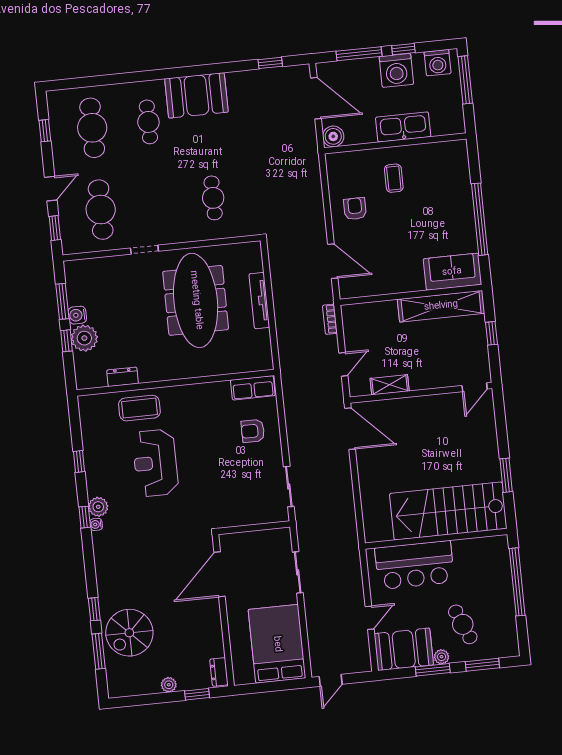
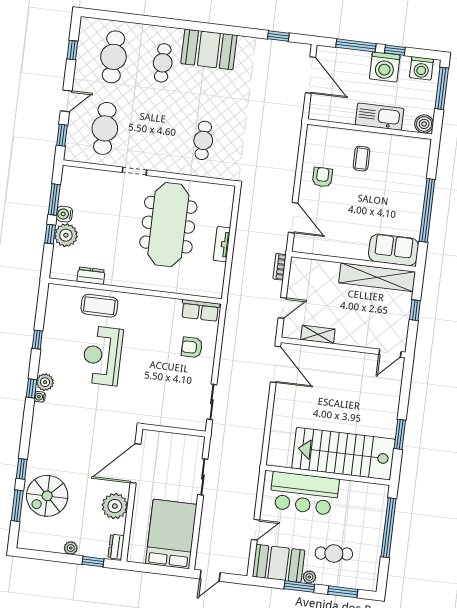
boiler: (333, 136) -> (424, 124), moved
tv unit: (259, 301) -> (222, 244), width x0.71
cafe table: (463, 624) -> (334, 554), turned -72
plant: (207, 627) -> (115, 506), added

